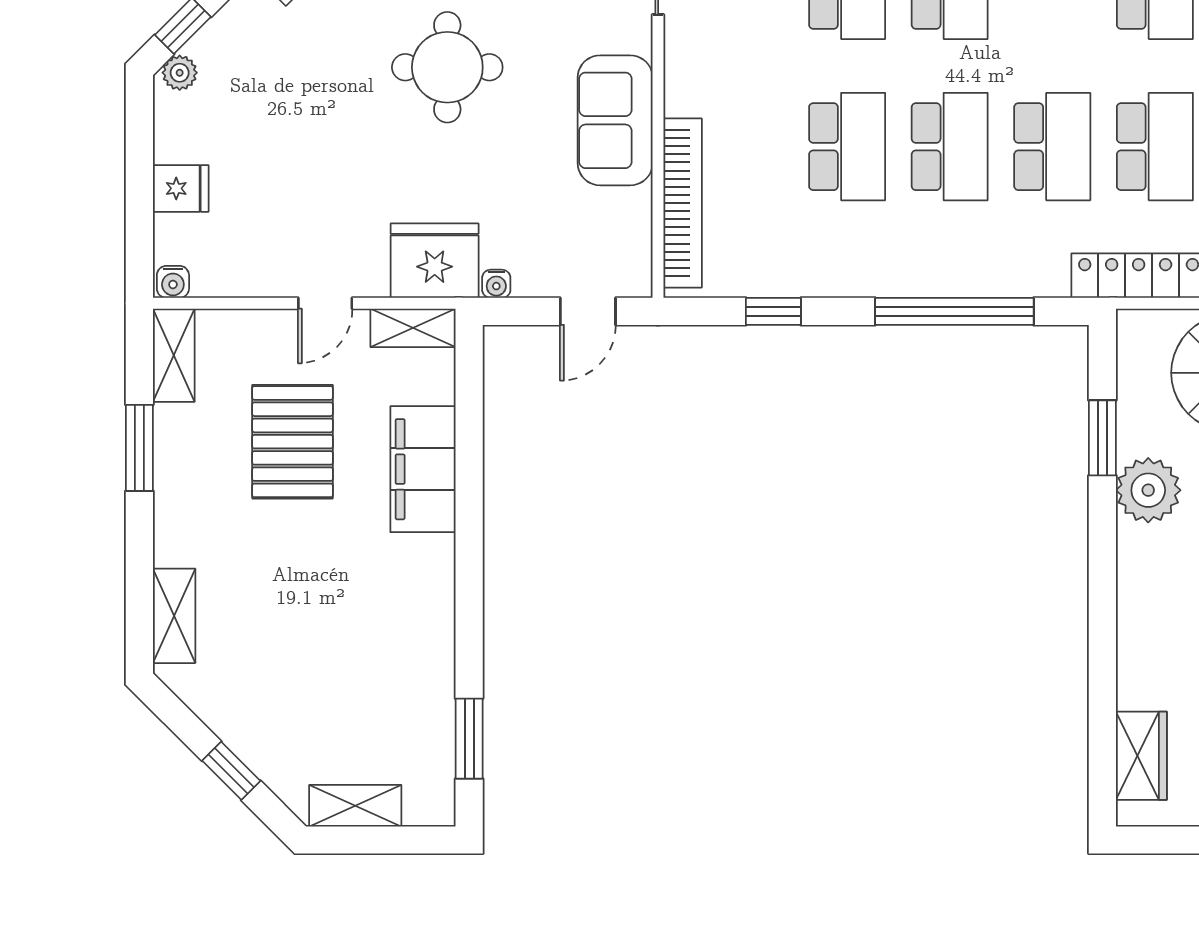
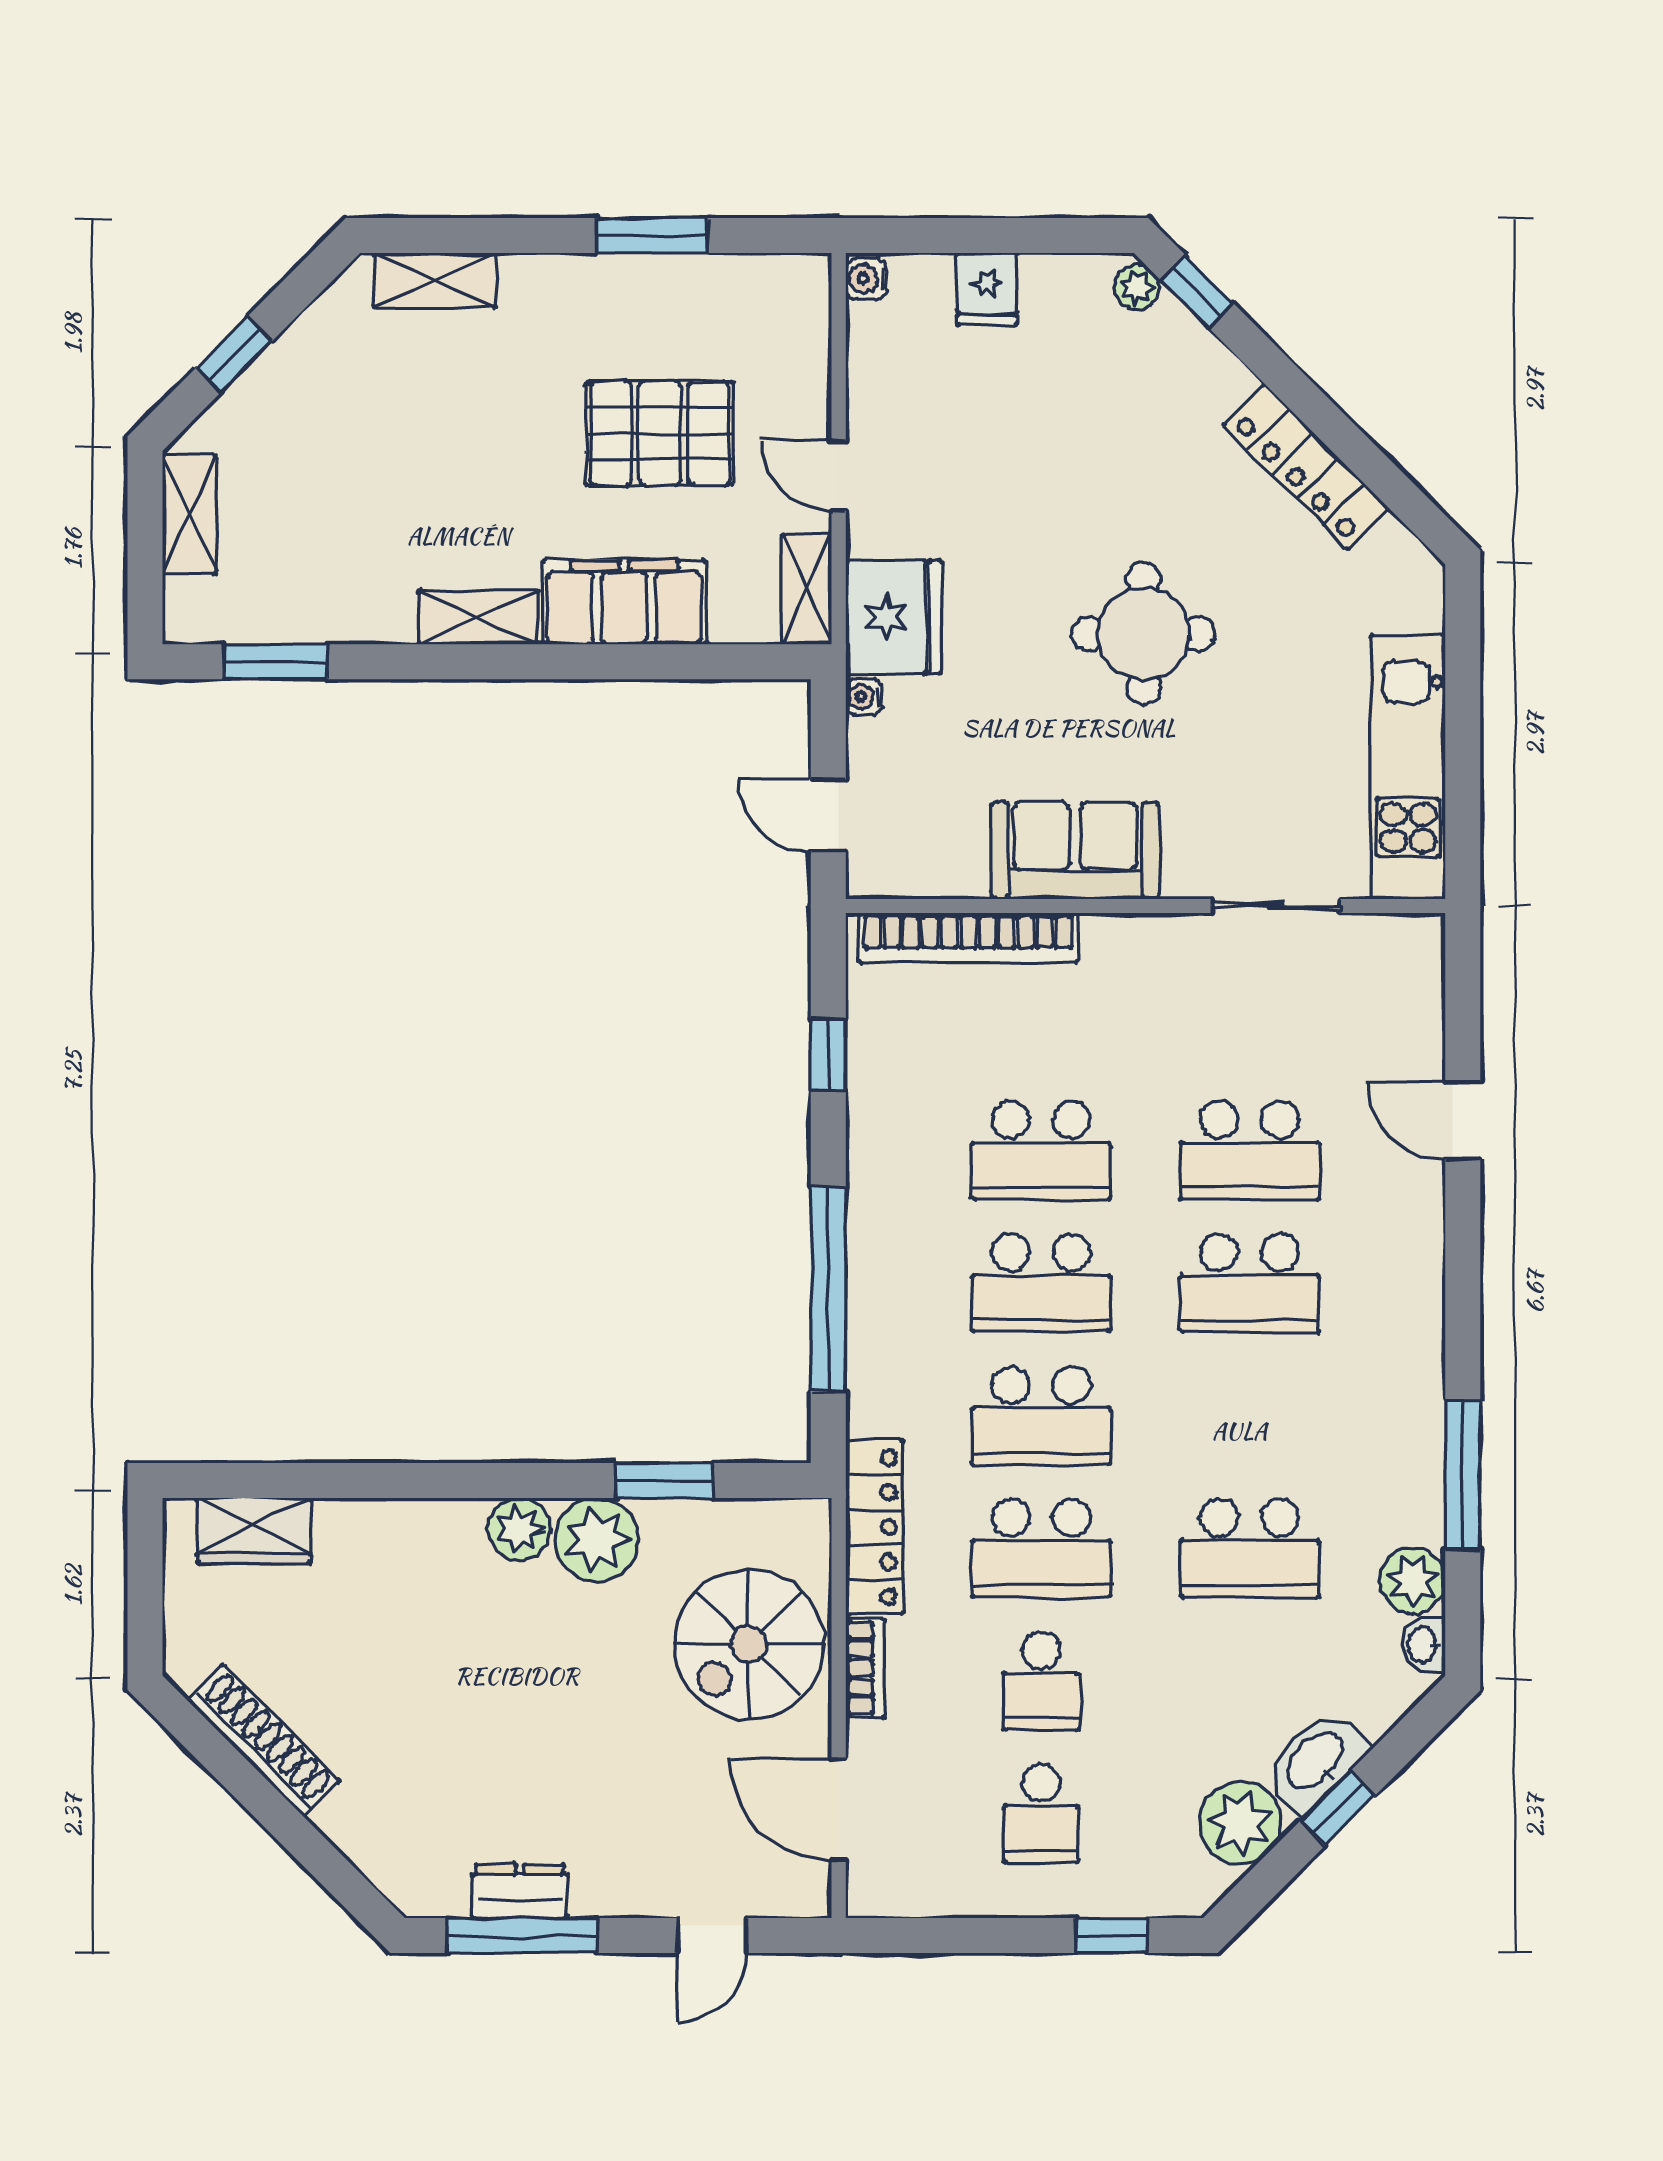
shelving: (174, 355) -> (478, 617), moved
plant: (1140, 550) -> (519, 1529), added

